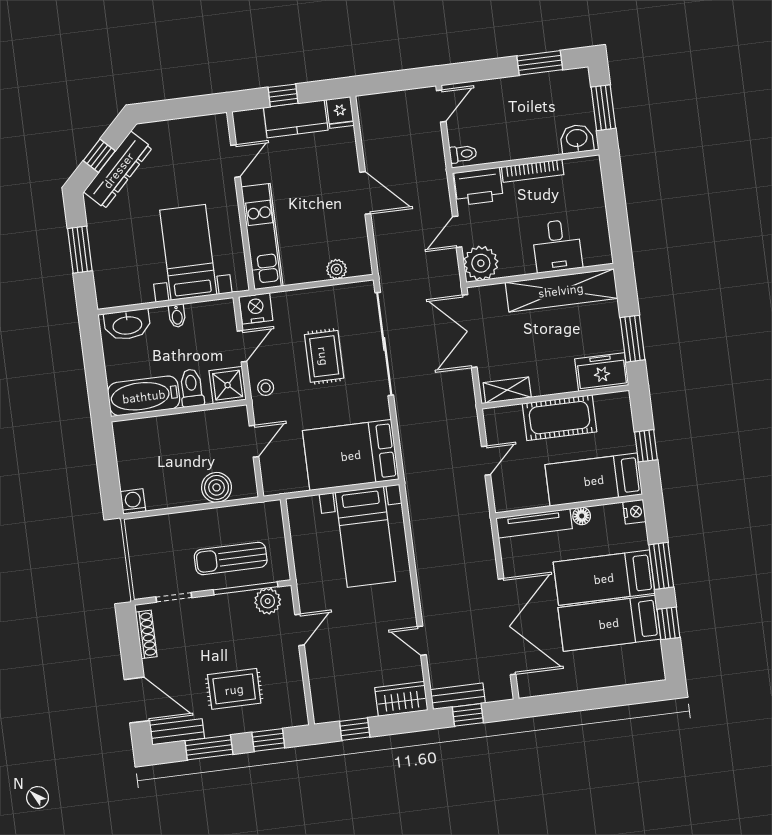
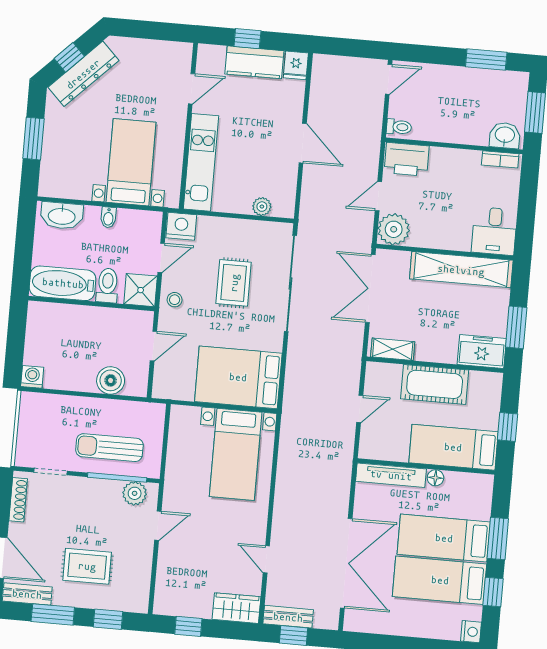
bookcase: (533, 171) -> (500, 159), moved, width x0.64
desk: (557, 246) -> (494, 231), moved
nightstand: (634, 512) -> (471, 632), moved

